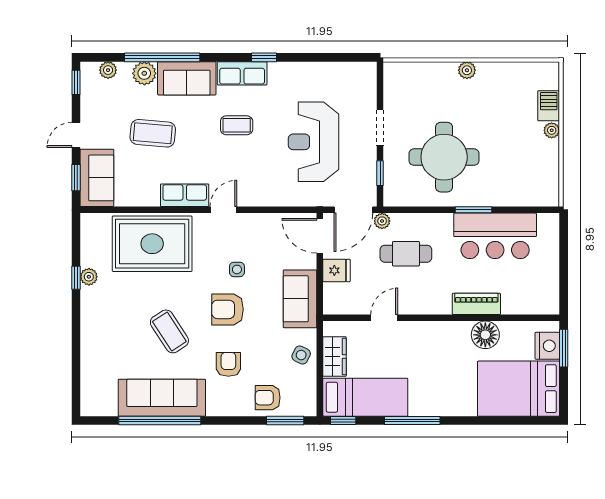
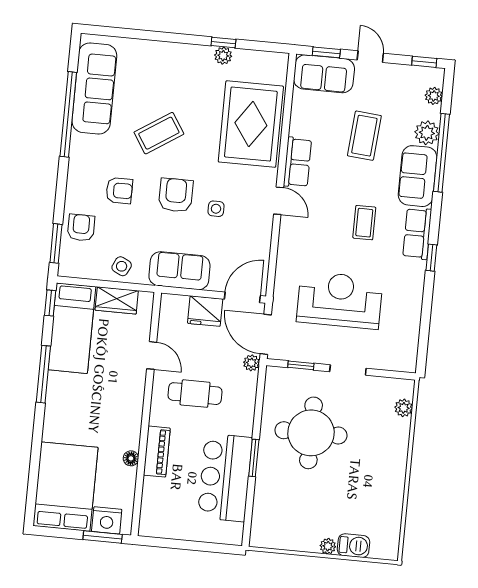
plant: (467, 70) -> (404, 408), moved
cafe table: (406, 254) -> (195, 394), moved, turned 90
fridge: (337, 270) -> (205, 311), width x1.38
floor lamp: (485, 335) -> (131, 458), width x0.53, depth x0.53
sofa: (162, 398) -> (94, 88), moved

